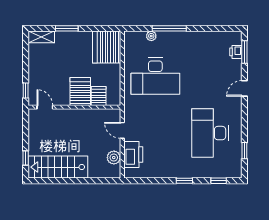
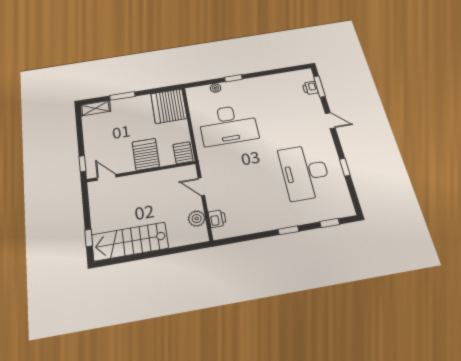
window: (169, 28) -> (233, 78), width x0.46
door: (244, 88) -> (330, 121), swing flipped
server rack: (99, 96) -> (183, 153), moved
window: (244, 151) -> (345, 167), moved
printer: (133, 154) -> (217, 219), width x0.53, depth x0.68

